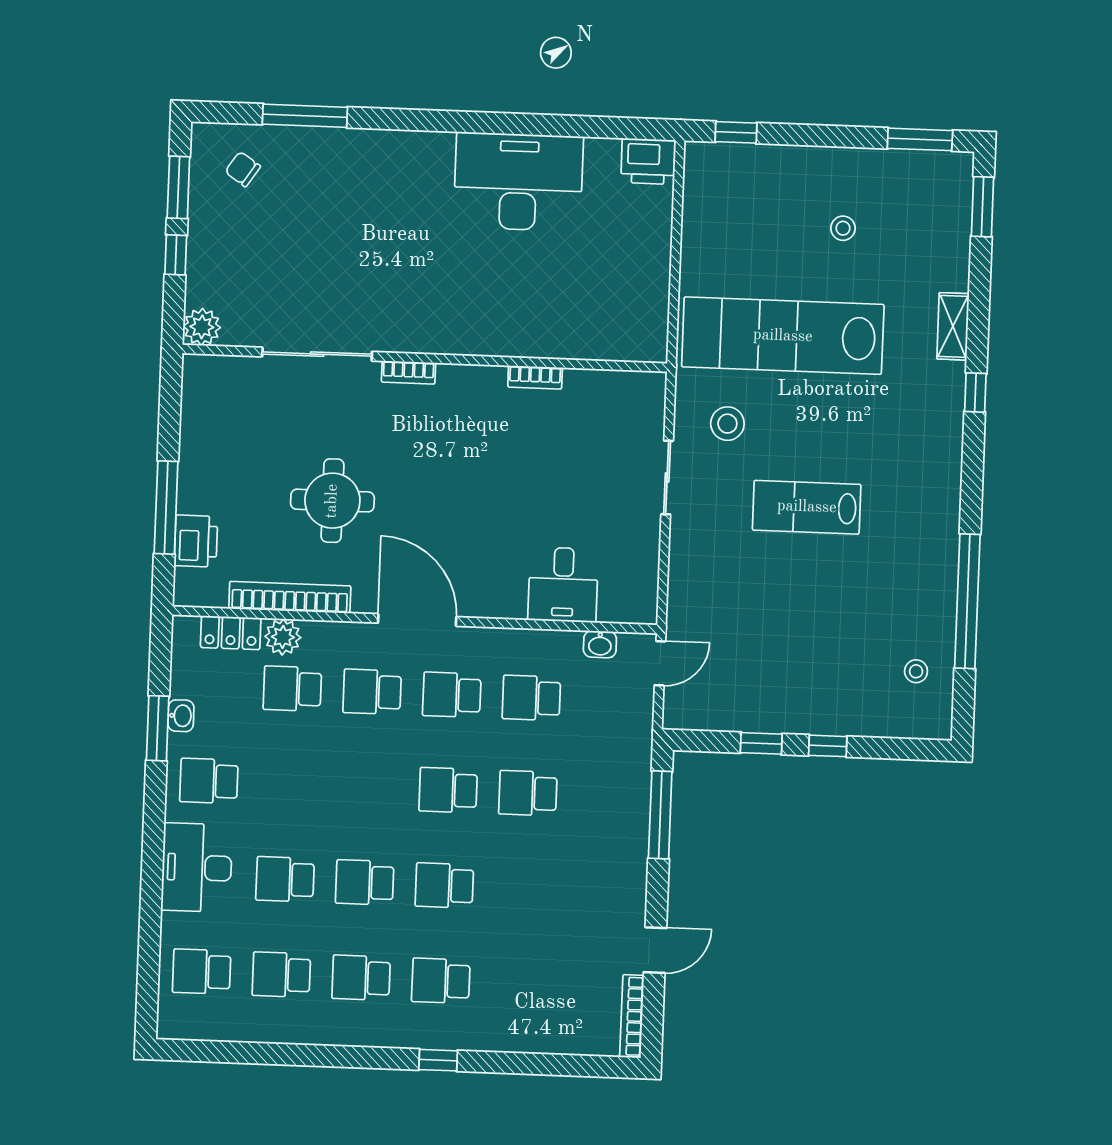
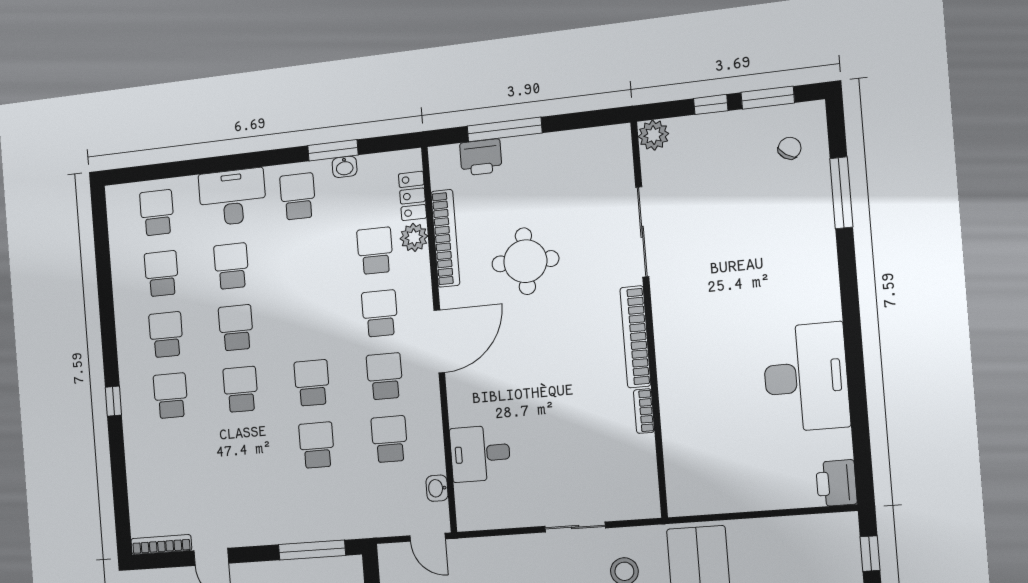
bookcase: (408, 372) -> (635, 337), width x2.31, depth x1.31

